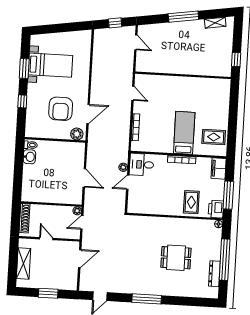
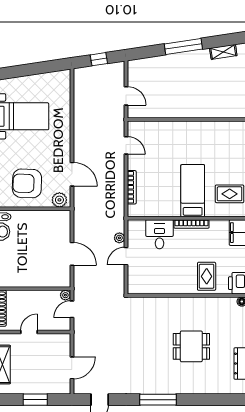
door: (136, 42) -> (126, 96), moved
armchair: (61, 109) -> (27, 183), moved, turned 92
door: (88, 114) -> (72, 174), hinge flipped
desk: (142, 165) -> (159, 234), moved, turned 90
door: (46, 239) -> (29, 332), hinge flipped
door: (80, 259) -> (72, 368), moved

